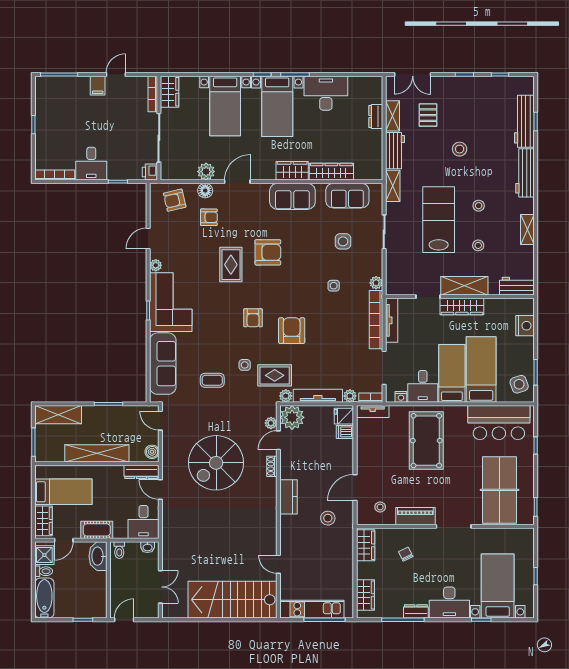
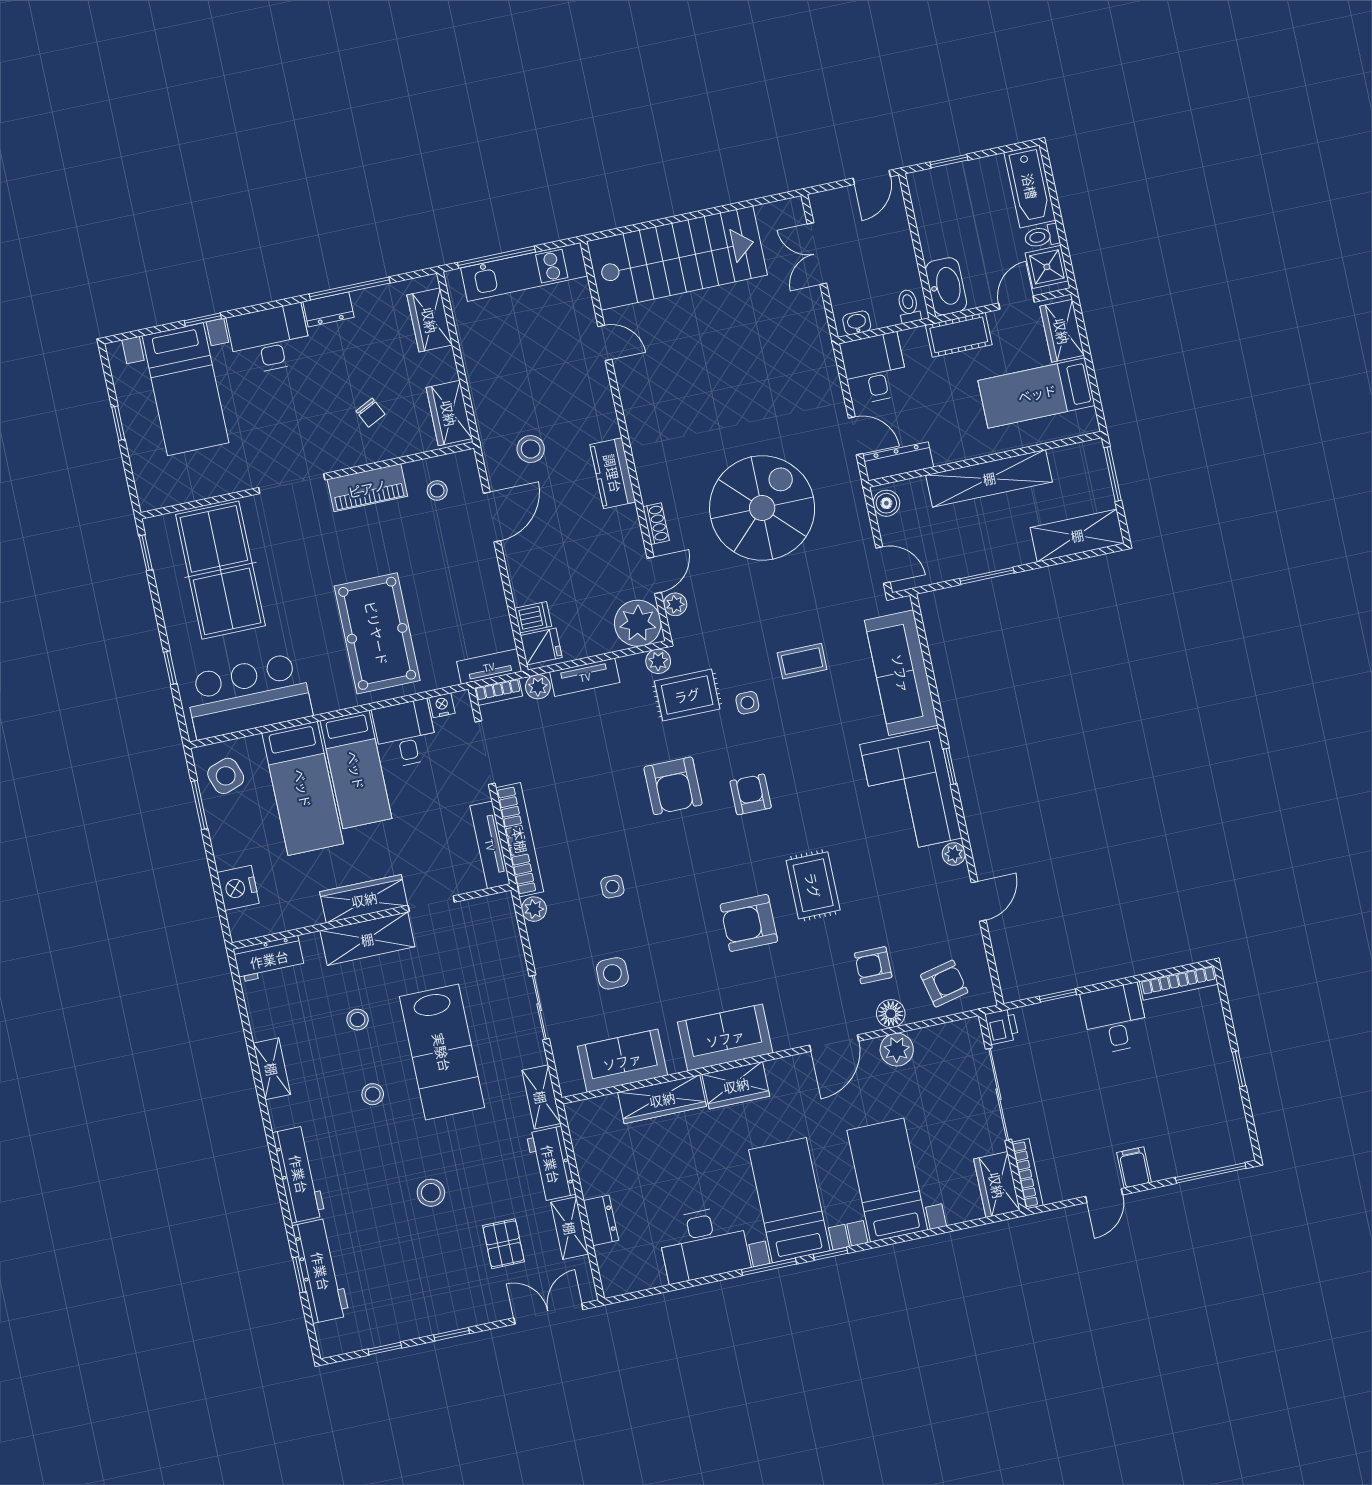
tv unit: (318, 396) -> (585, 677), width x0.71

